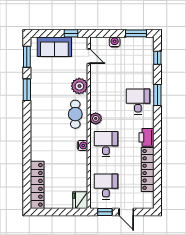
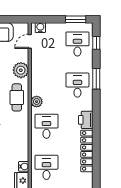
window: (71, 33) -> (13, 19), removed
water cooler: (115, 42) -> (40, 28), moved
door: (89, 56) -> (30, 41), swing flipped
desk: (138, 59) -> (77, 44), added
water cooler: (82, 145) -> (24, 166), moved

